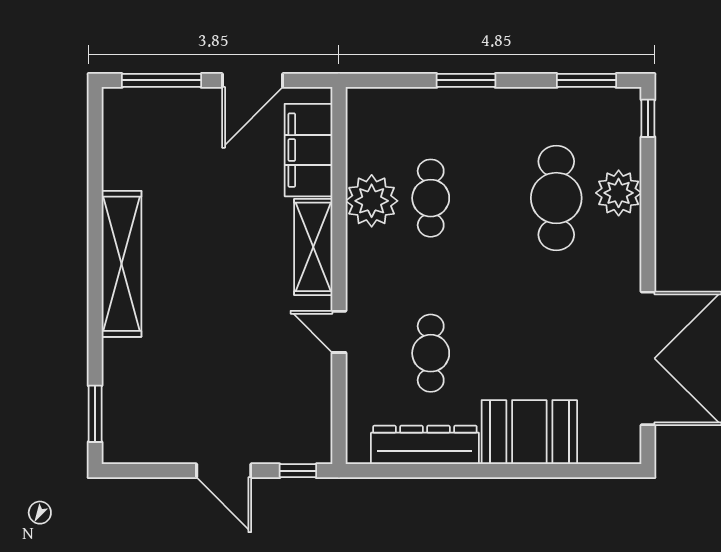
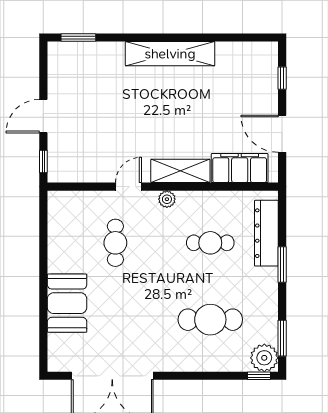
window: (162, 80) -> (282, 78), width x0.46
plant: (619, 193) -> (264, 358), moved
plant: (372, 201) -> (167, 199), moved, width x0.53, depth x0.53
cafe table: (431, 353) -> (115, 243), turned 90
dresser: (425, 445) -> (266, 233), moved, turned 180

